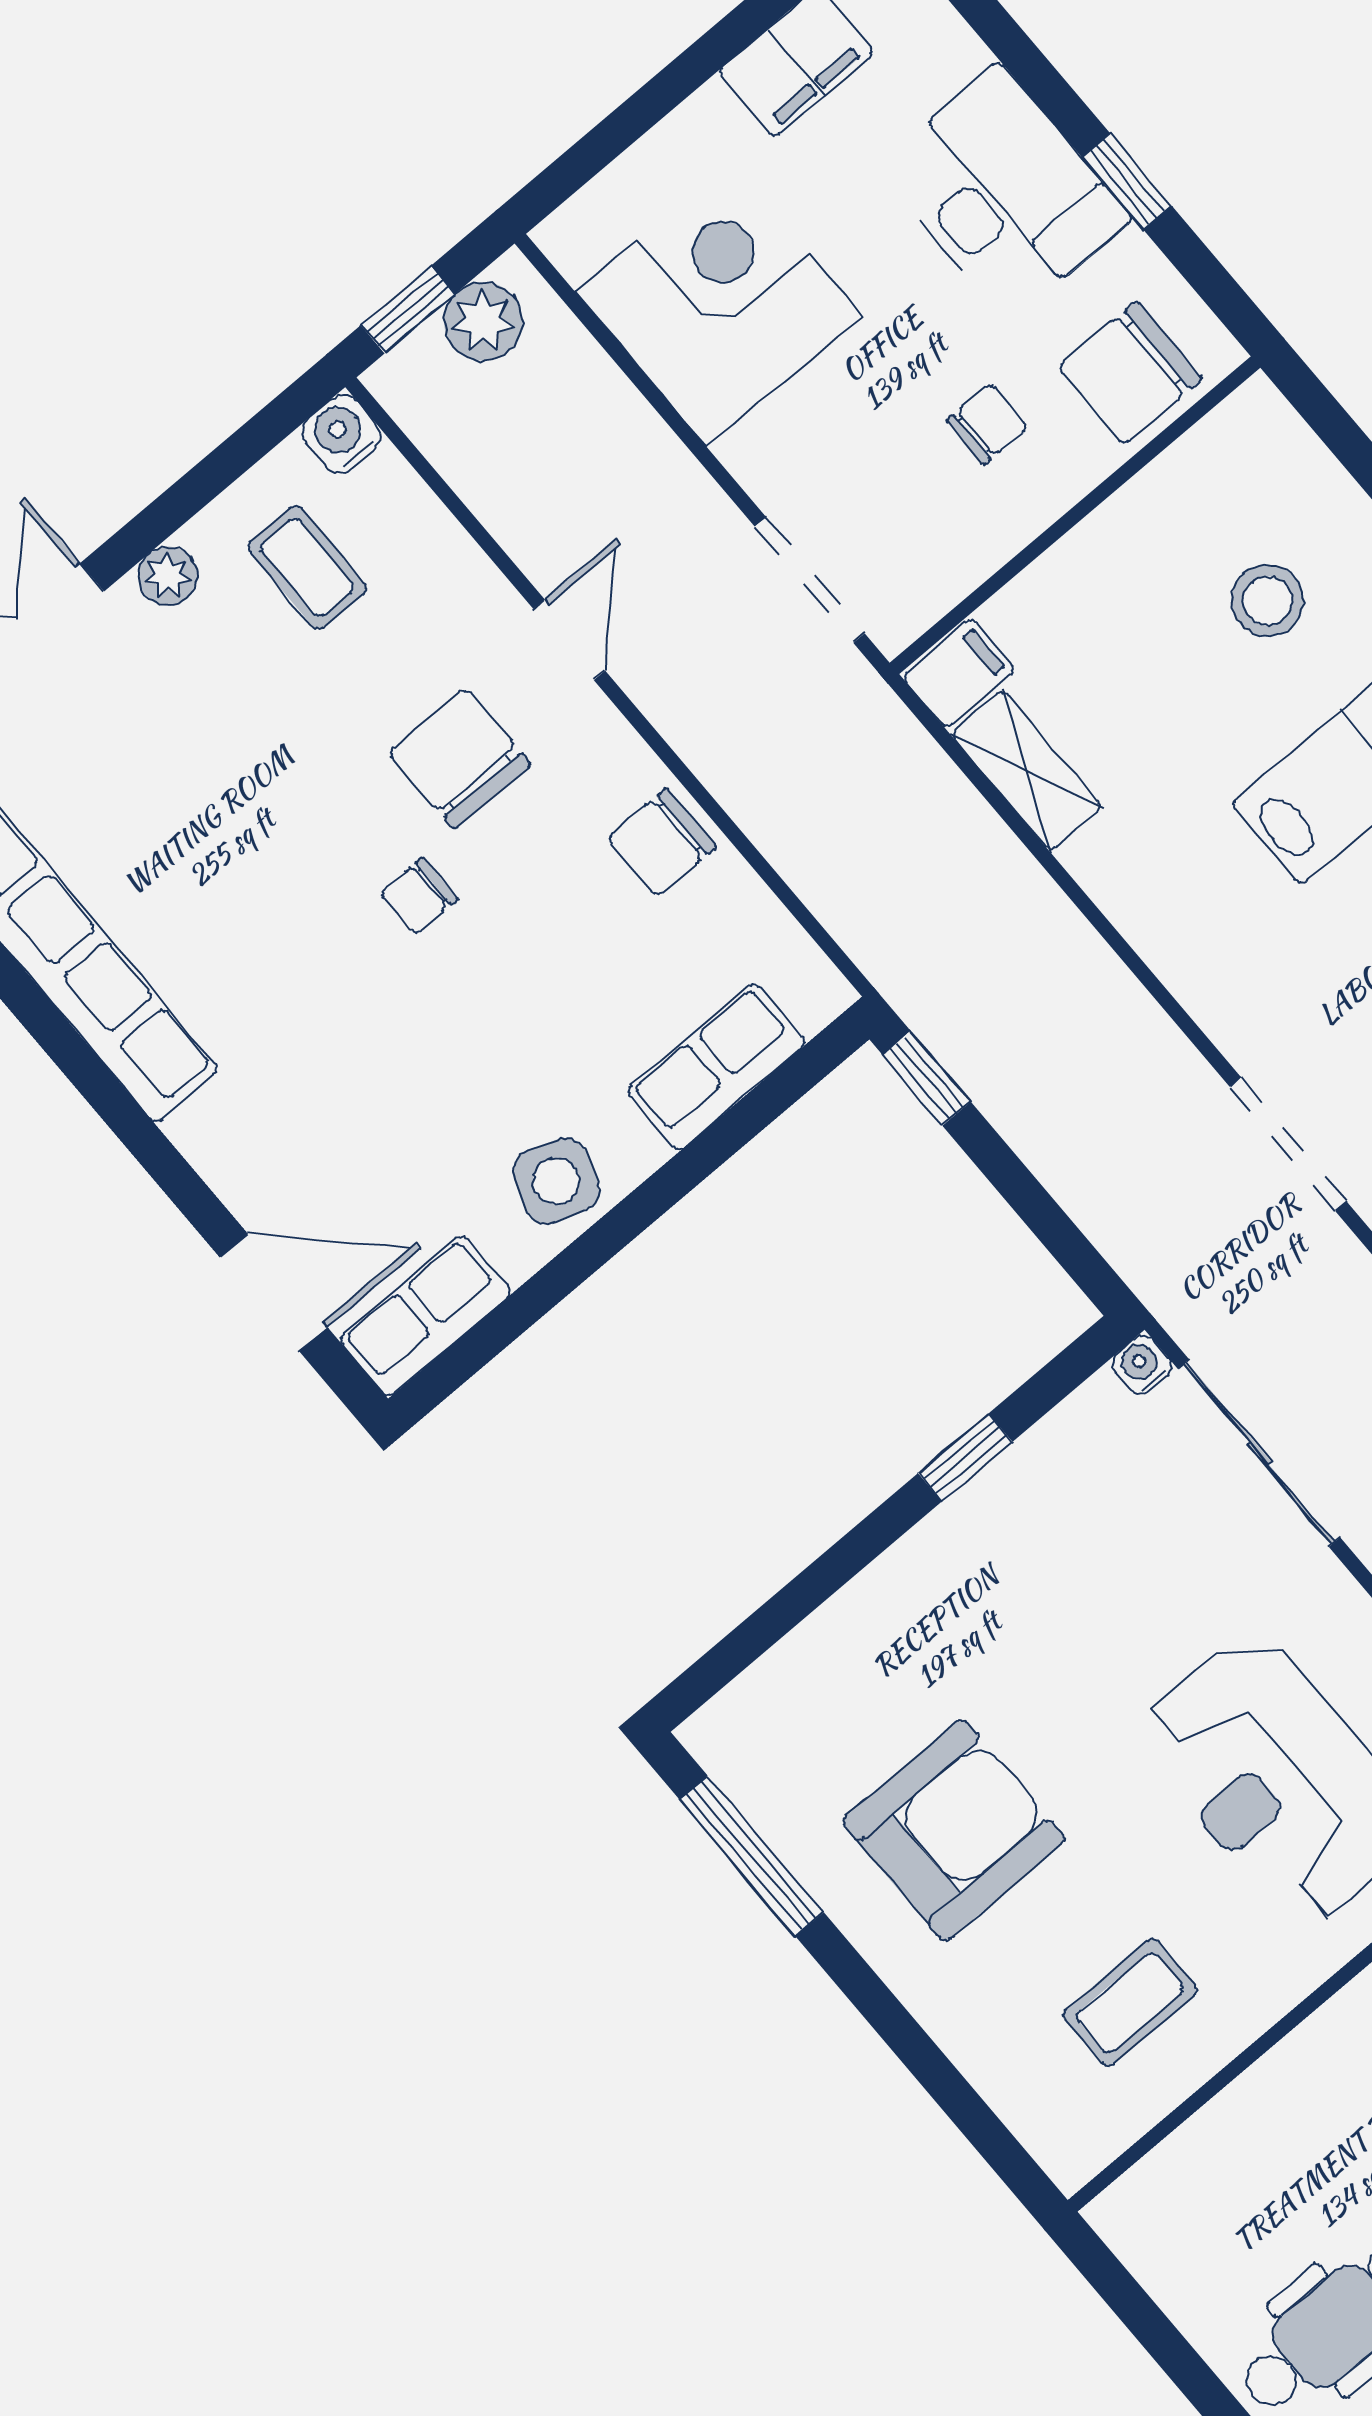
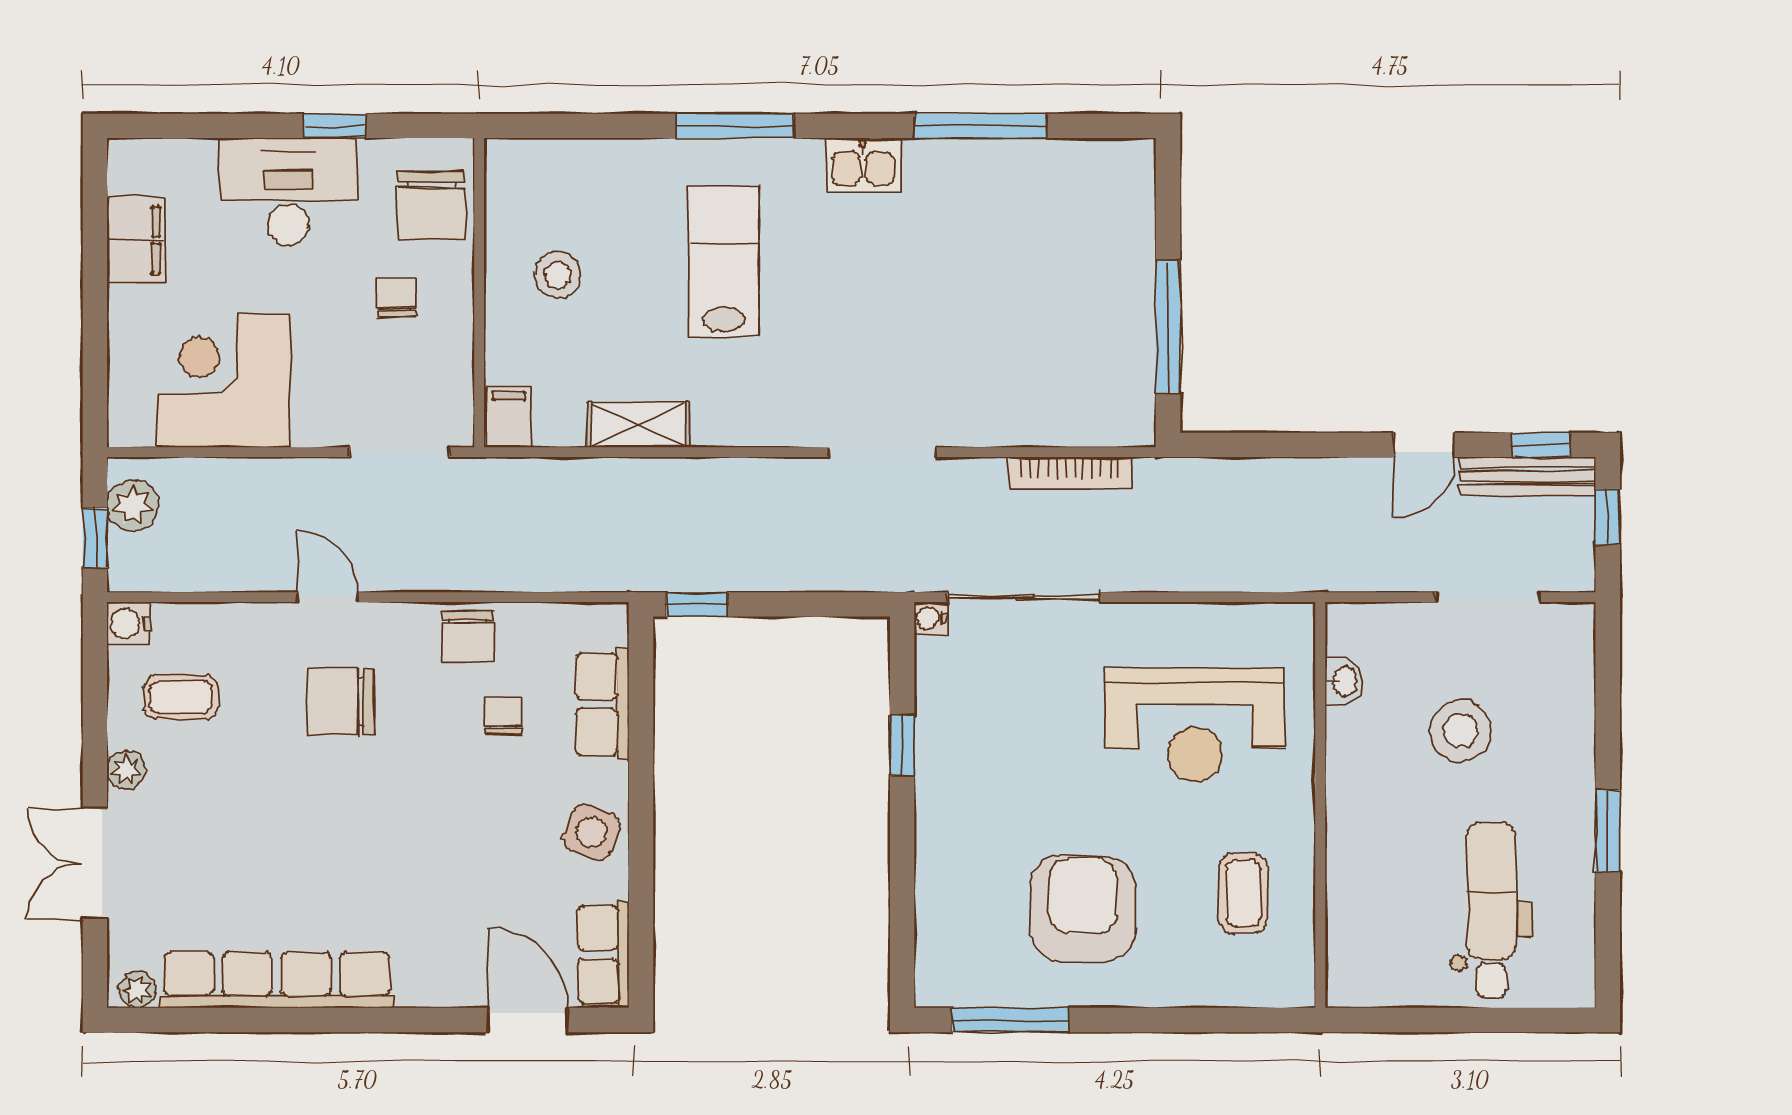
stool: (1267, 601) -> (558, 275), moved
shelving: (1027, 770) -> (638, 425), moved
chair: (419, 896) -> (504, 716), moved, turned 180
door: (274, 1292) -> (528, 1020), hinge flipped

